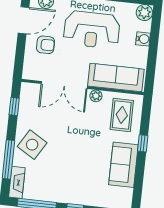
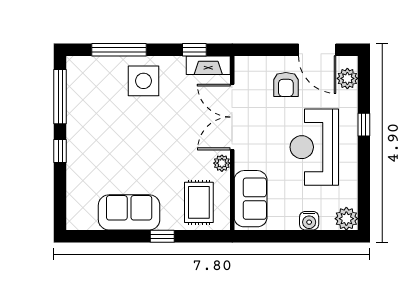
sofa: (116, 78) -> (251, 199), width x0.73
rug: (122, 115) -> (199, 202), turned 90
side table: (32, 145) -> (144, 81), turned -31
fireplace: (17, 182) -> (208, 65), moved

